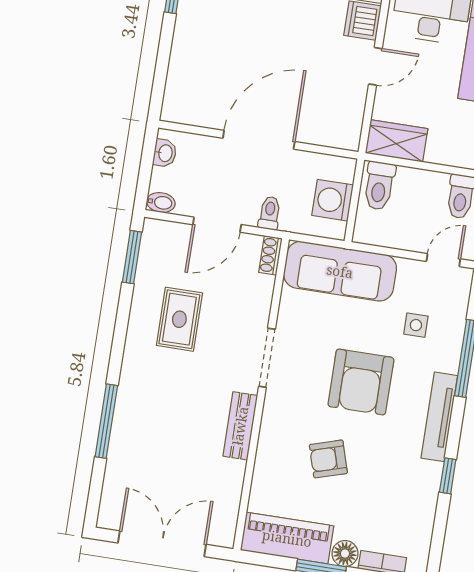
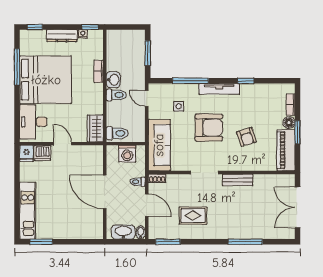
washbasin: (165, 153) -> (123, 232), width x1.91, depth x1.45

